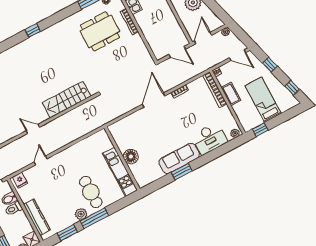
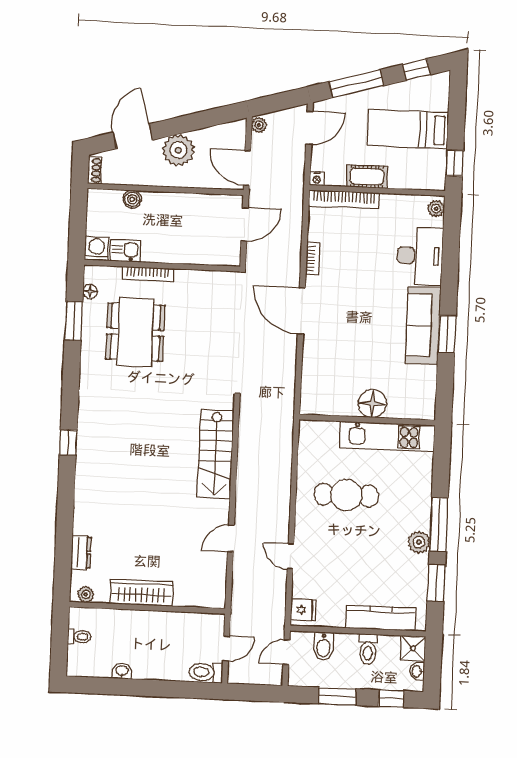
window: (270, 65) -> (356, 84), width x2.17
cafe table: (91, 192) -> (346, 495), moved
toilet: (14, 209) -> (368, 649), moved

